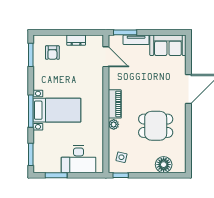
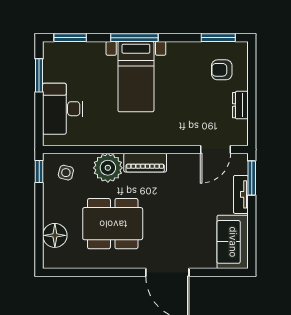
plant: (114, 124) -> (108, 168), width x1.87, depth x1.87
dining table: (156, 126) -> (113, 224), width x1.38

